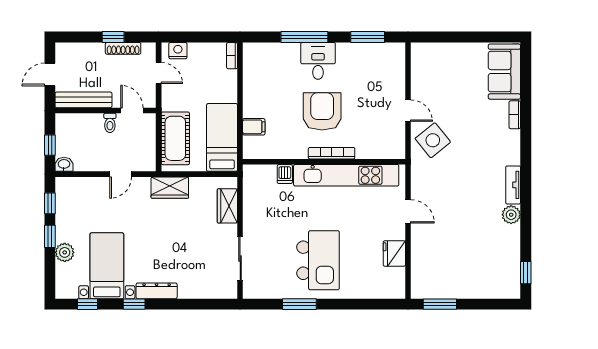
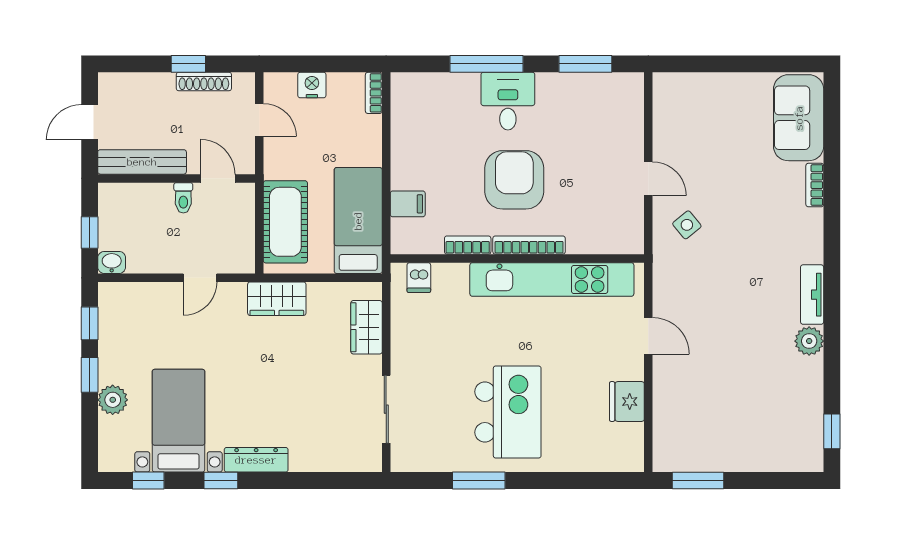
nightstand: (178, 51) -> (312, 85), moved
side table: (433, 140) -> (687, 225), width x0.54, depth x0.54
bookcase: (292, 153) -> (468, 245), added
dishwasher: (285, 174) -> (419, 278), moved

